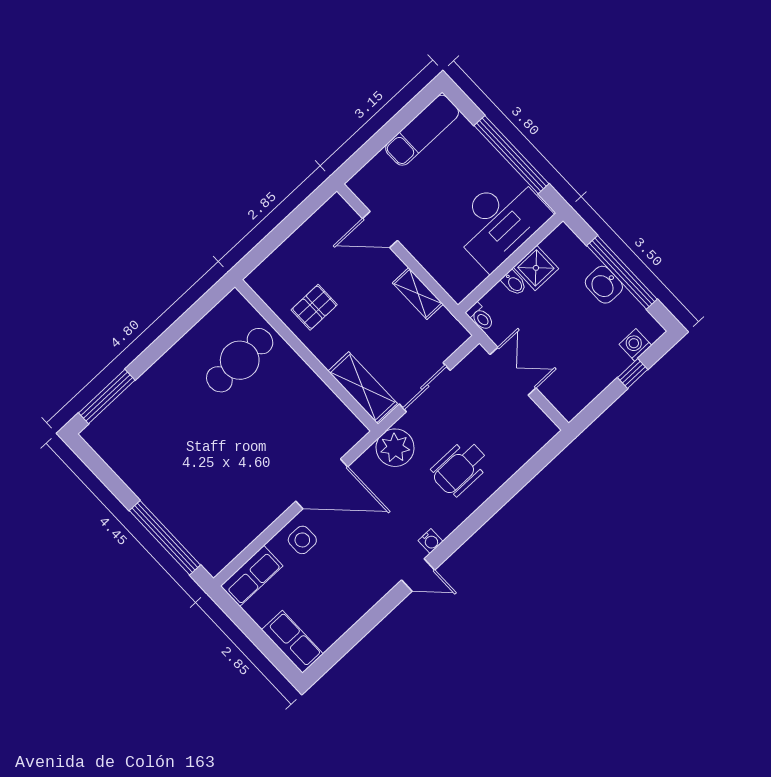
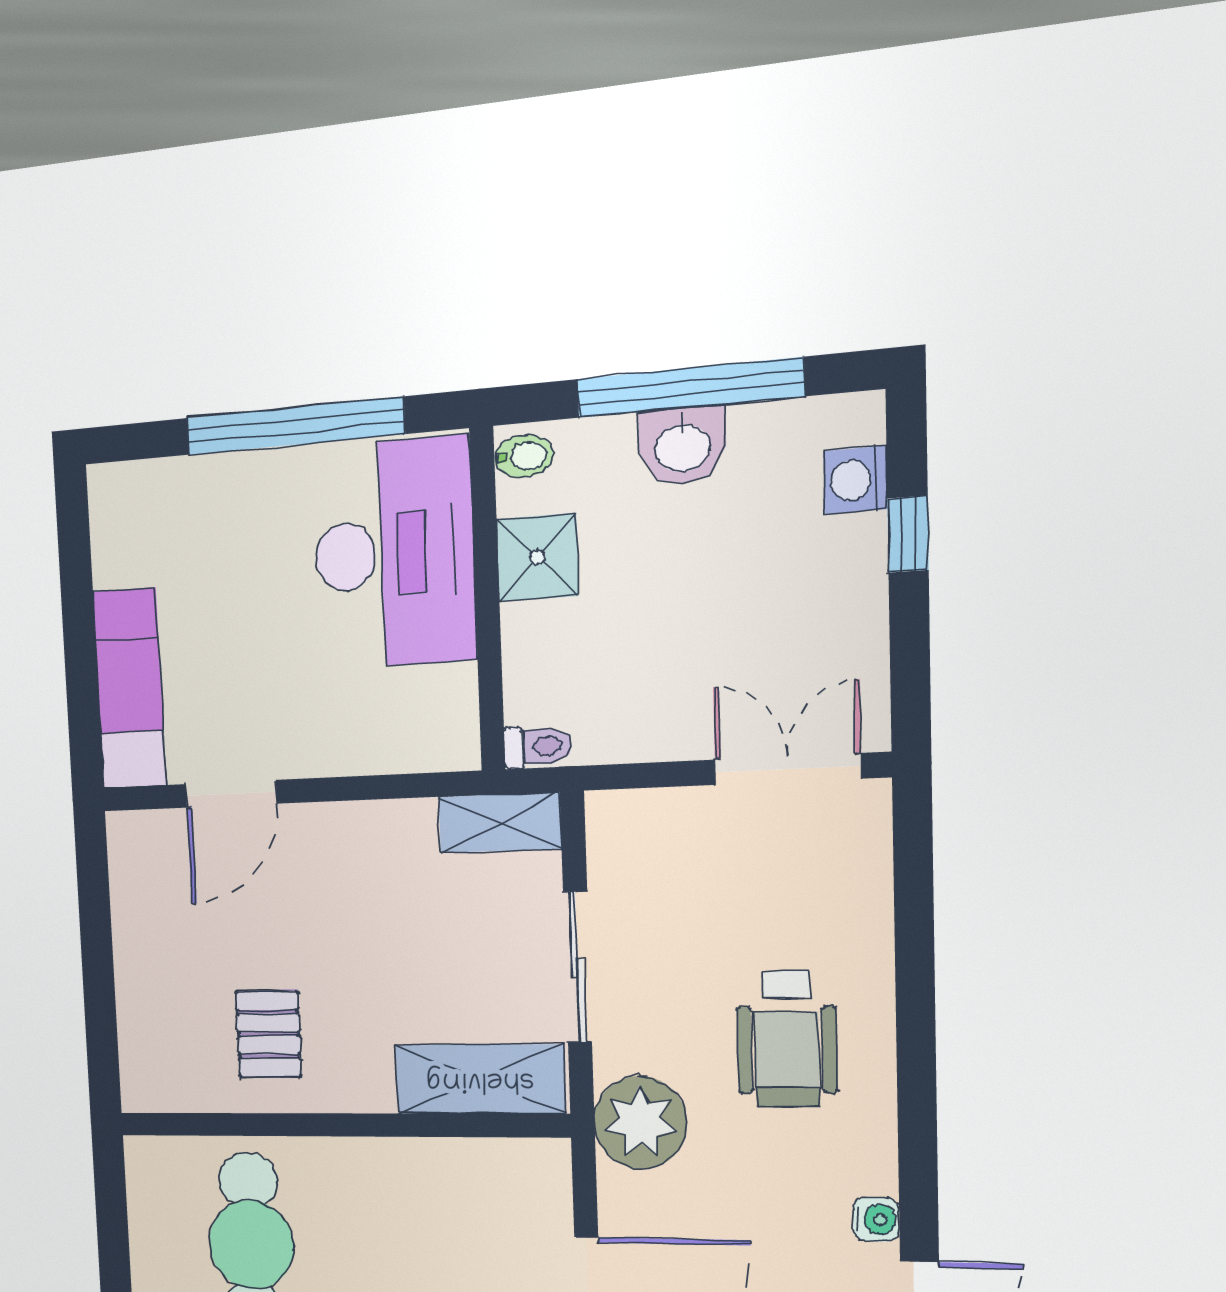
exam couch: (422, 130) -> (129, 688), moved
bidet: (514, 283) -> (524, 456), moved
shelving: (418, 294) -> (500, 822), moved
double door: (513, 371) -> (788, 769), moved

